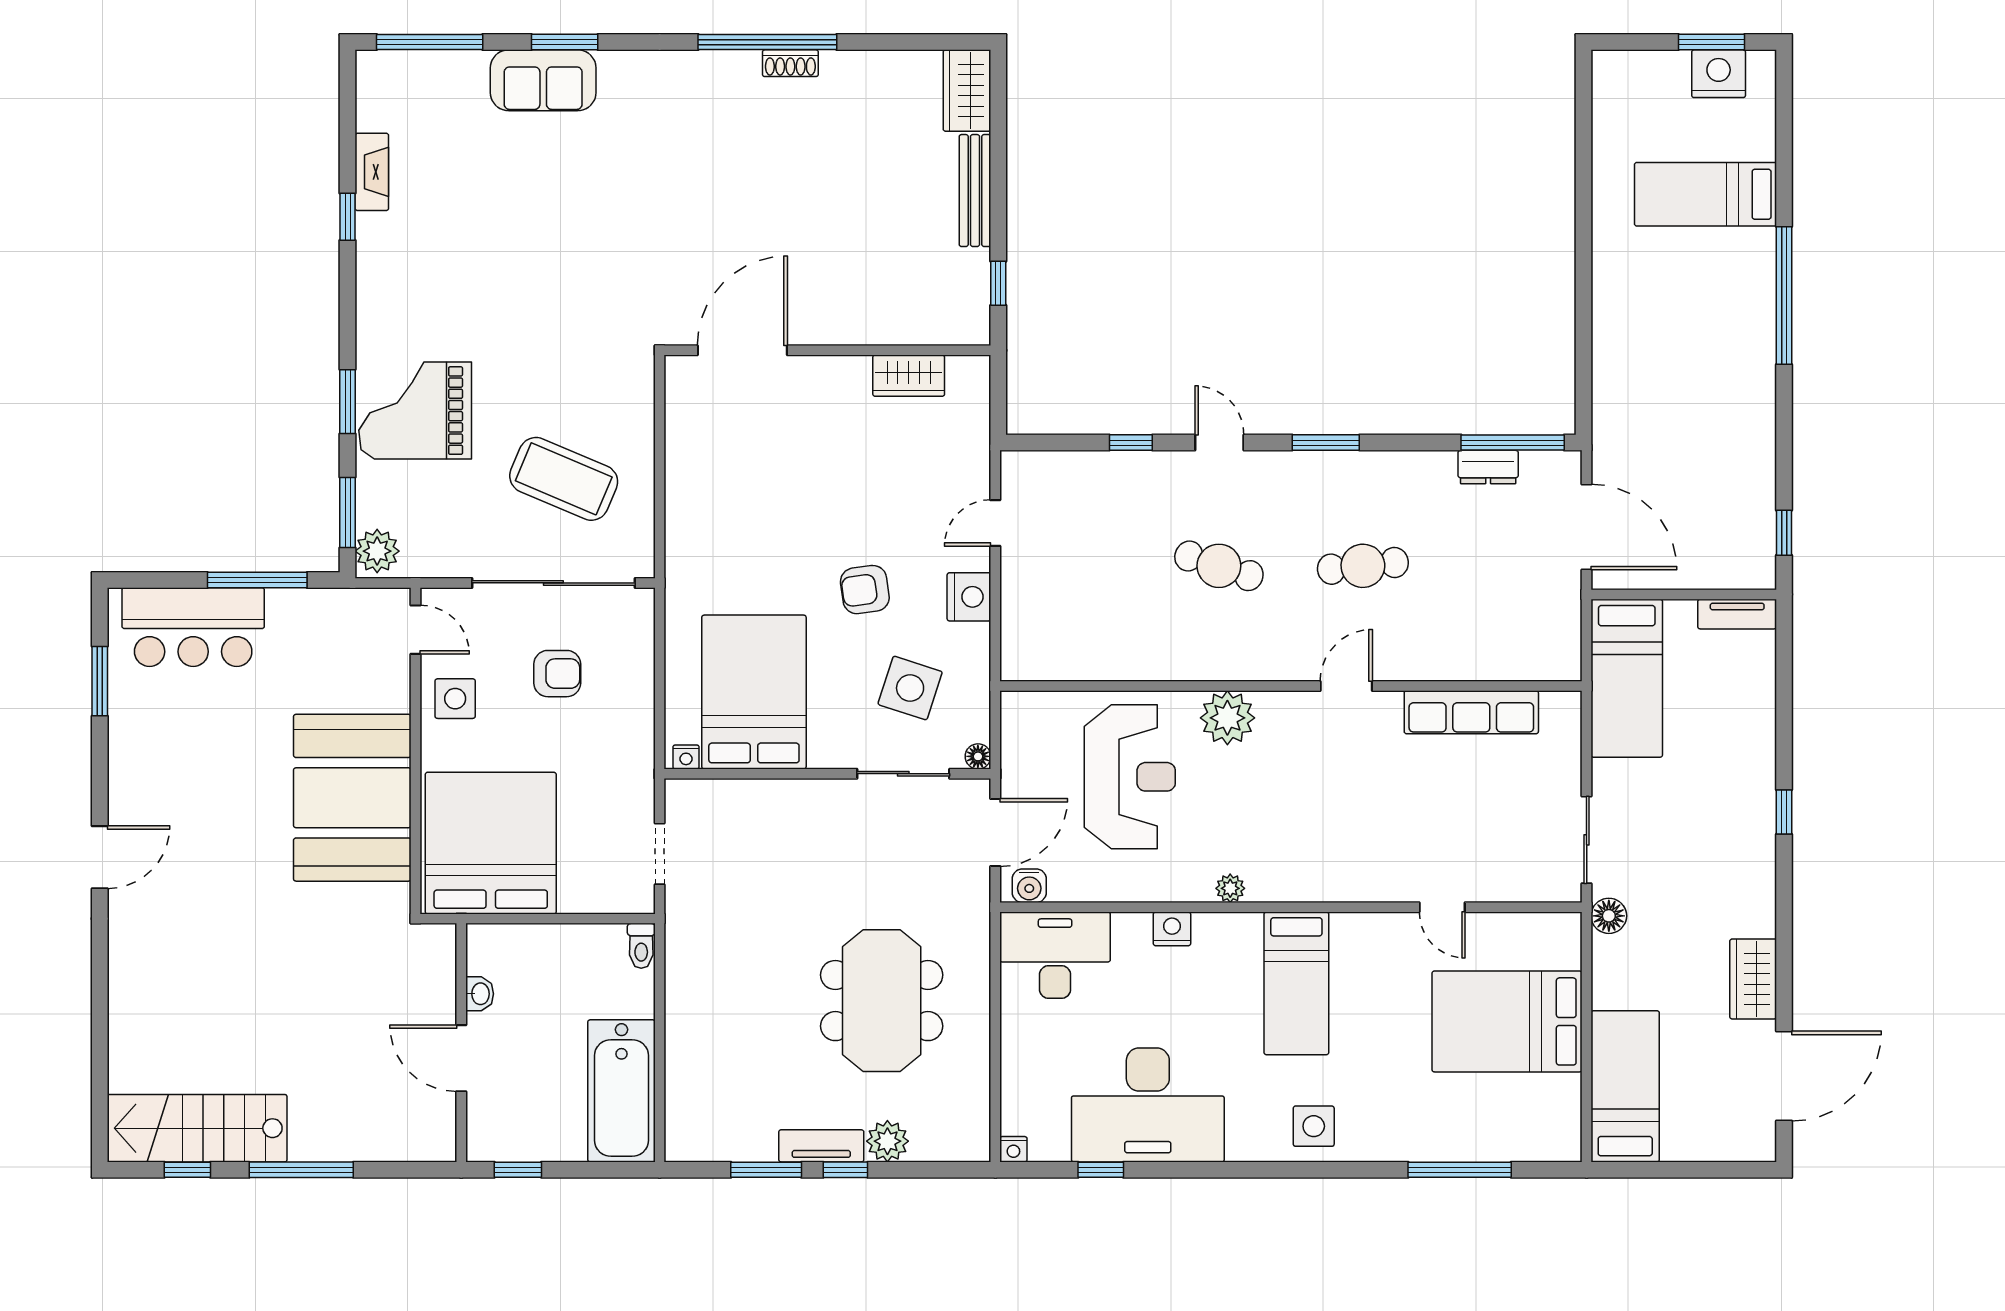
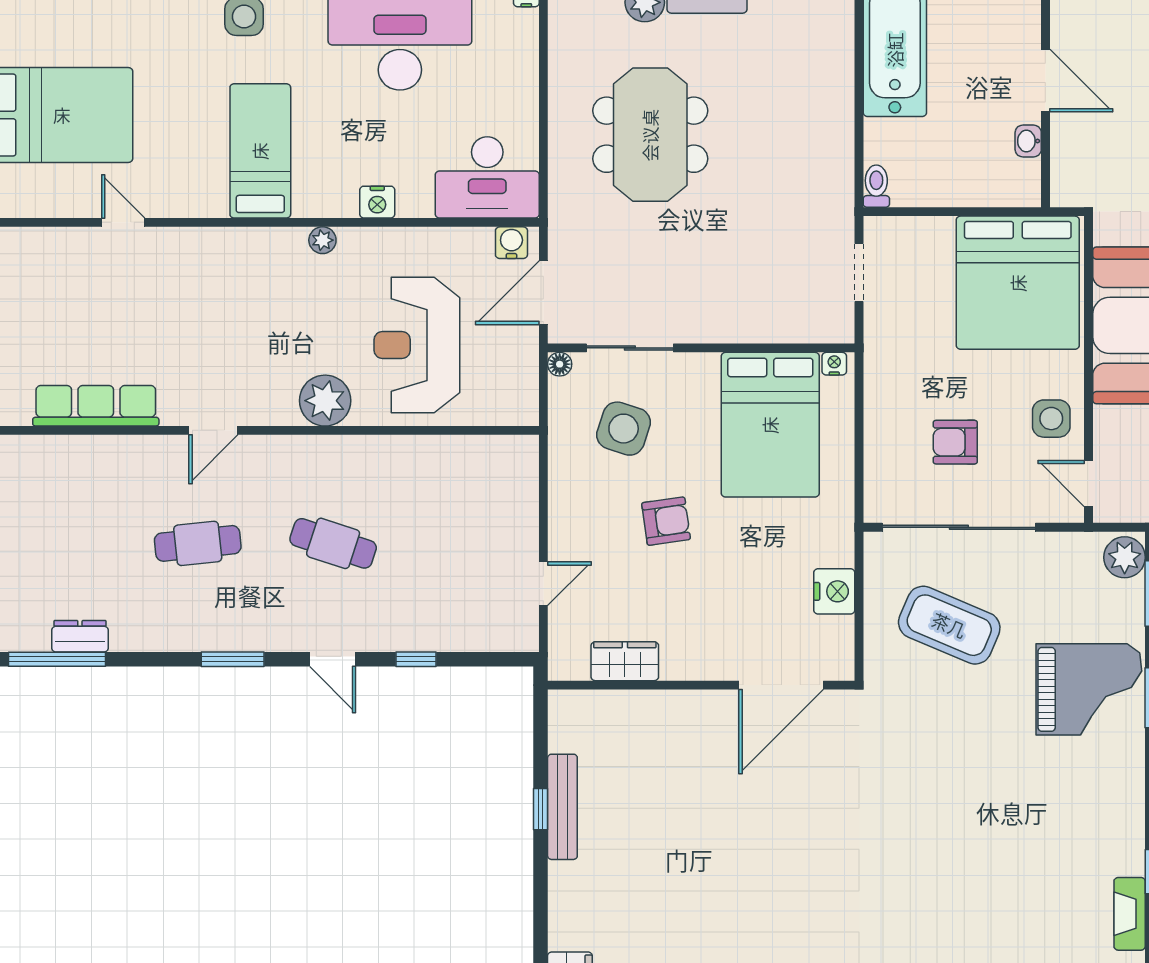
bench: (975, 191) -> (562, 807), moved
door: (742, 350) -> (781, 685), moved
wall: (827, 350) -> (701, 685), moved
wardrobe: (909, 376) -> (625, 661), moved
nightstand: (969, 597) -> (834, 591), moved, turned 180

